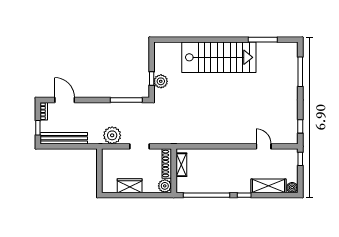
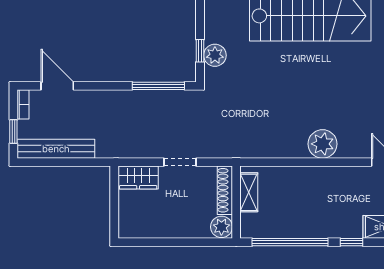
plant: (112, 135) -> (323, 144), moved
wardrobe: (130, 186) -> (138, 178), moved, turned 180

